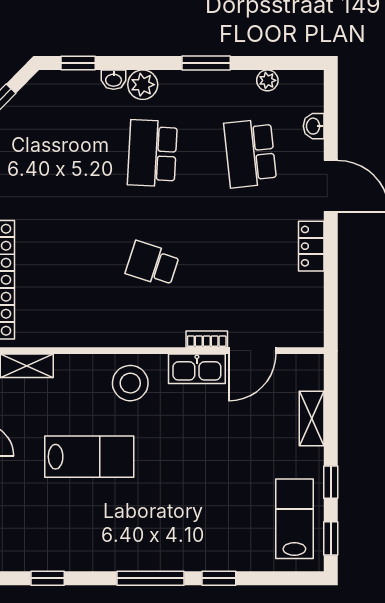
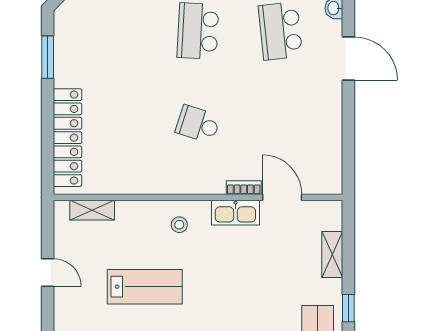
locker: (311, 246) -> (332, 109), removed
door: (252, 351) -> (282, 197), swing flipped
stool: (130, 383) -> (179, 225), width x0.53, depth x0.53

